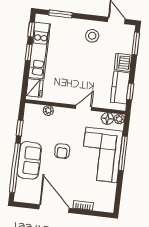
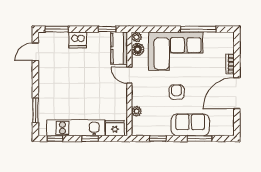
stool: (92, 36) -> (54, 75), removed
window: (29, 52) -> (90, 139), moved
kitchen counter: (120, 87) -> (119, 48), moved, turned 90
armchair: (62, 151) -> (177, 92), turned -90
window: (123, 153) -> (198, 29), moved
window: (15, 168) -> (200, 139), width x0.47

